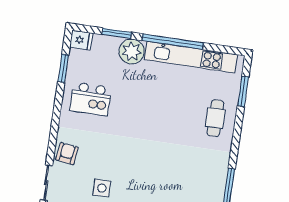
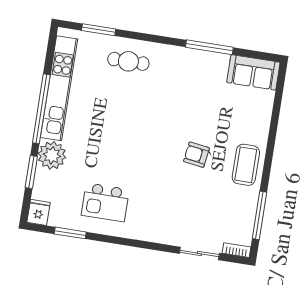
kitchen island: (91, 99) -> (105, 202), turned 90
armchair: (67, 154) -> (196, 155), moved
side table: (102, 188) -> (206, 191), removed

